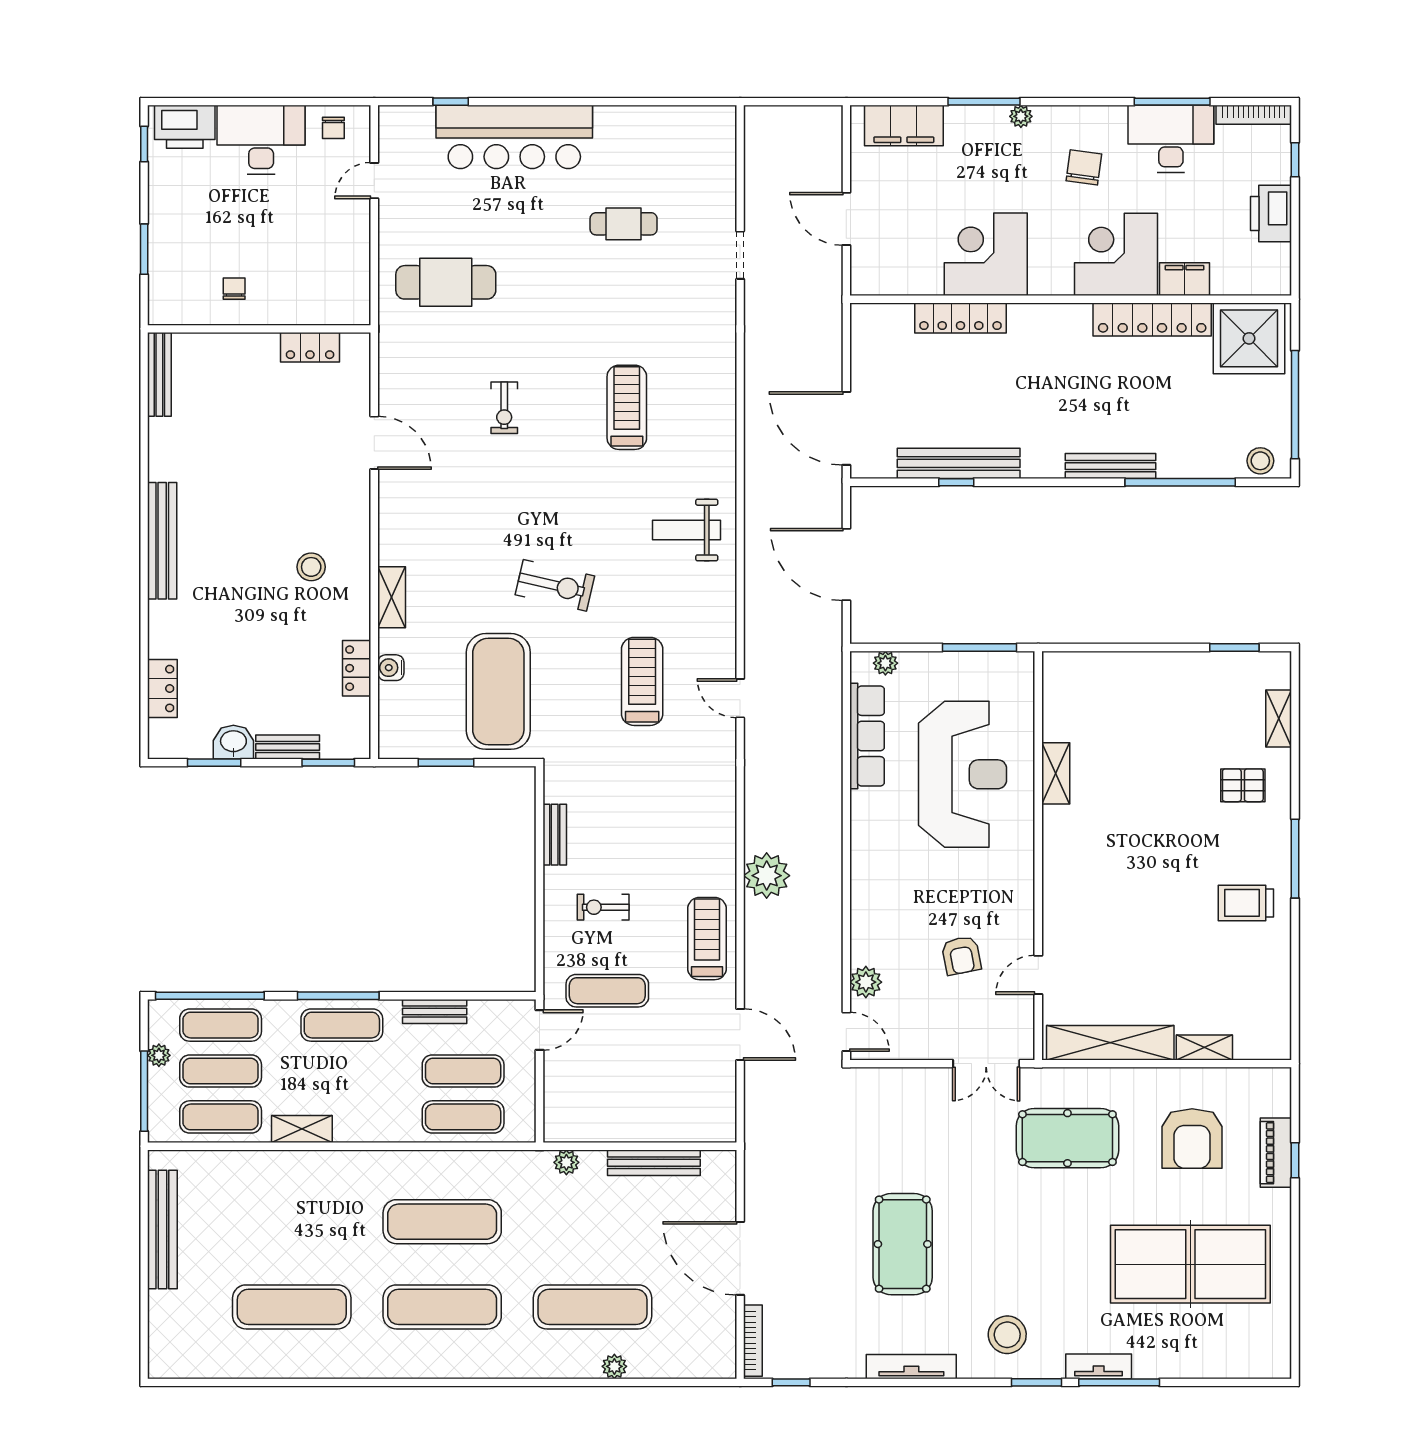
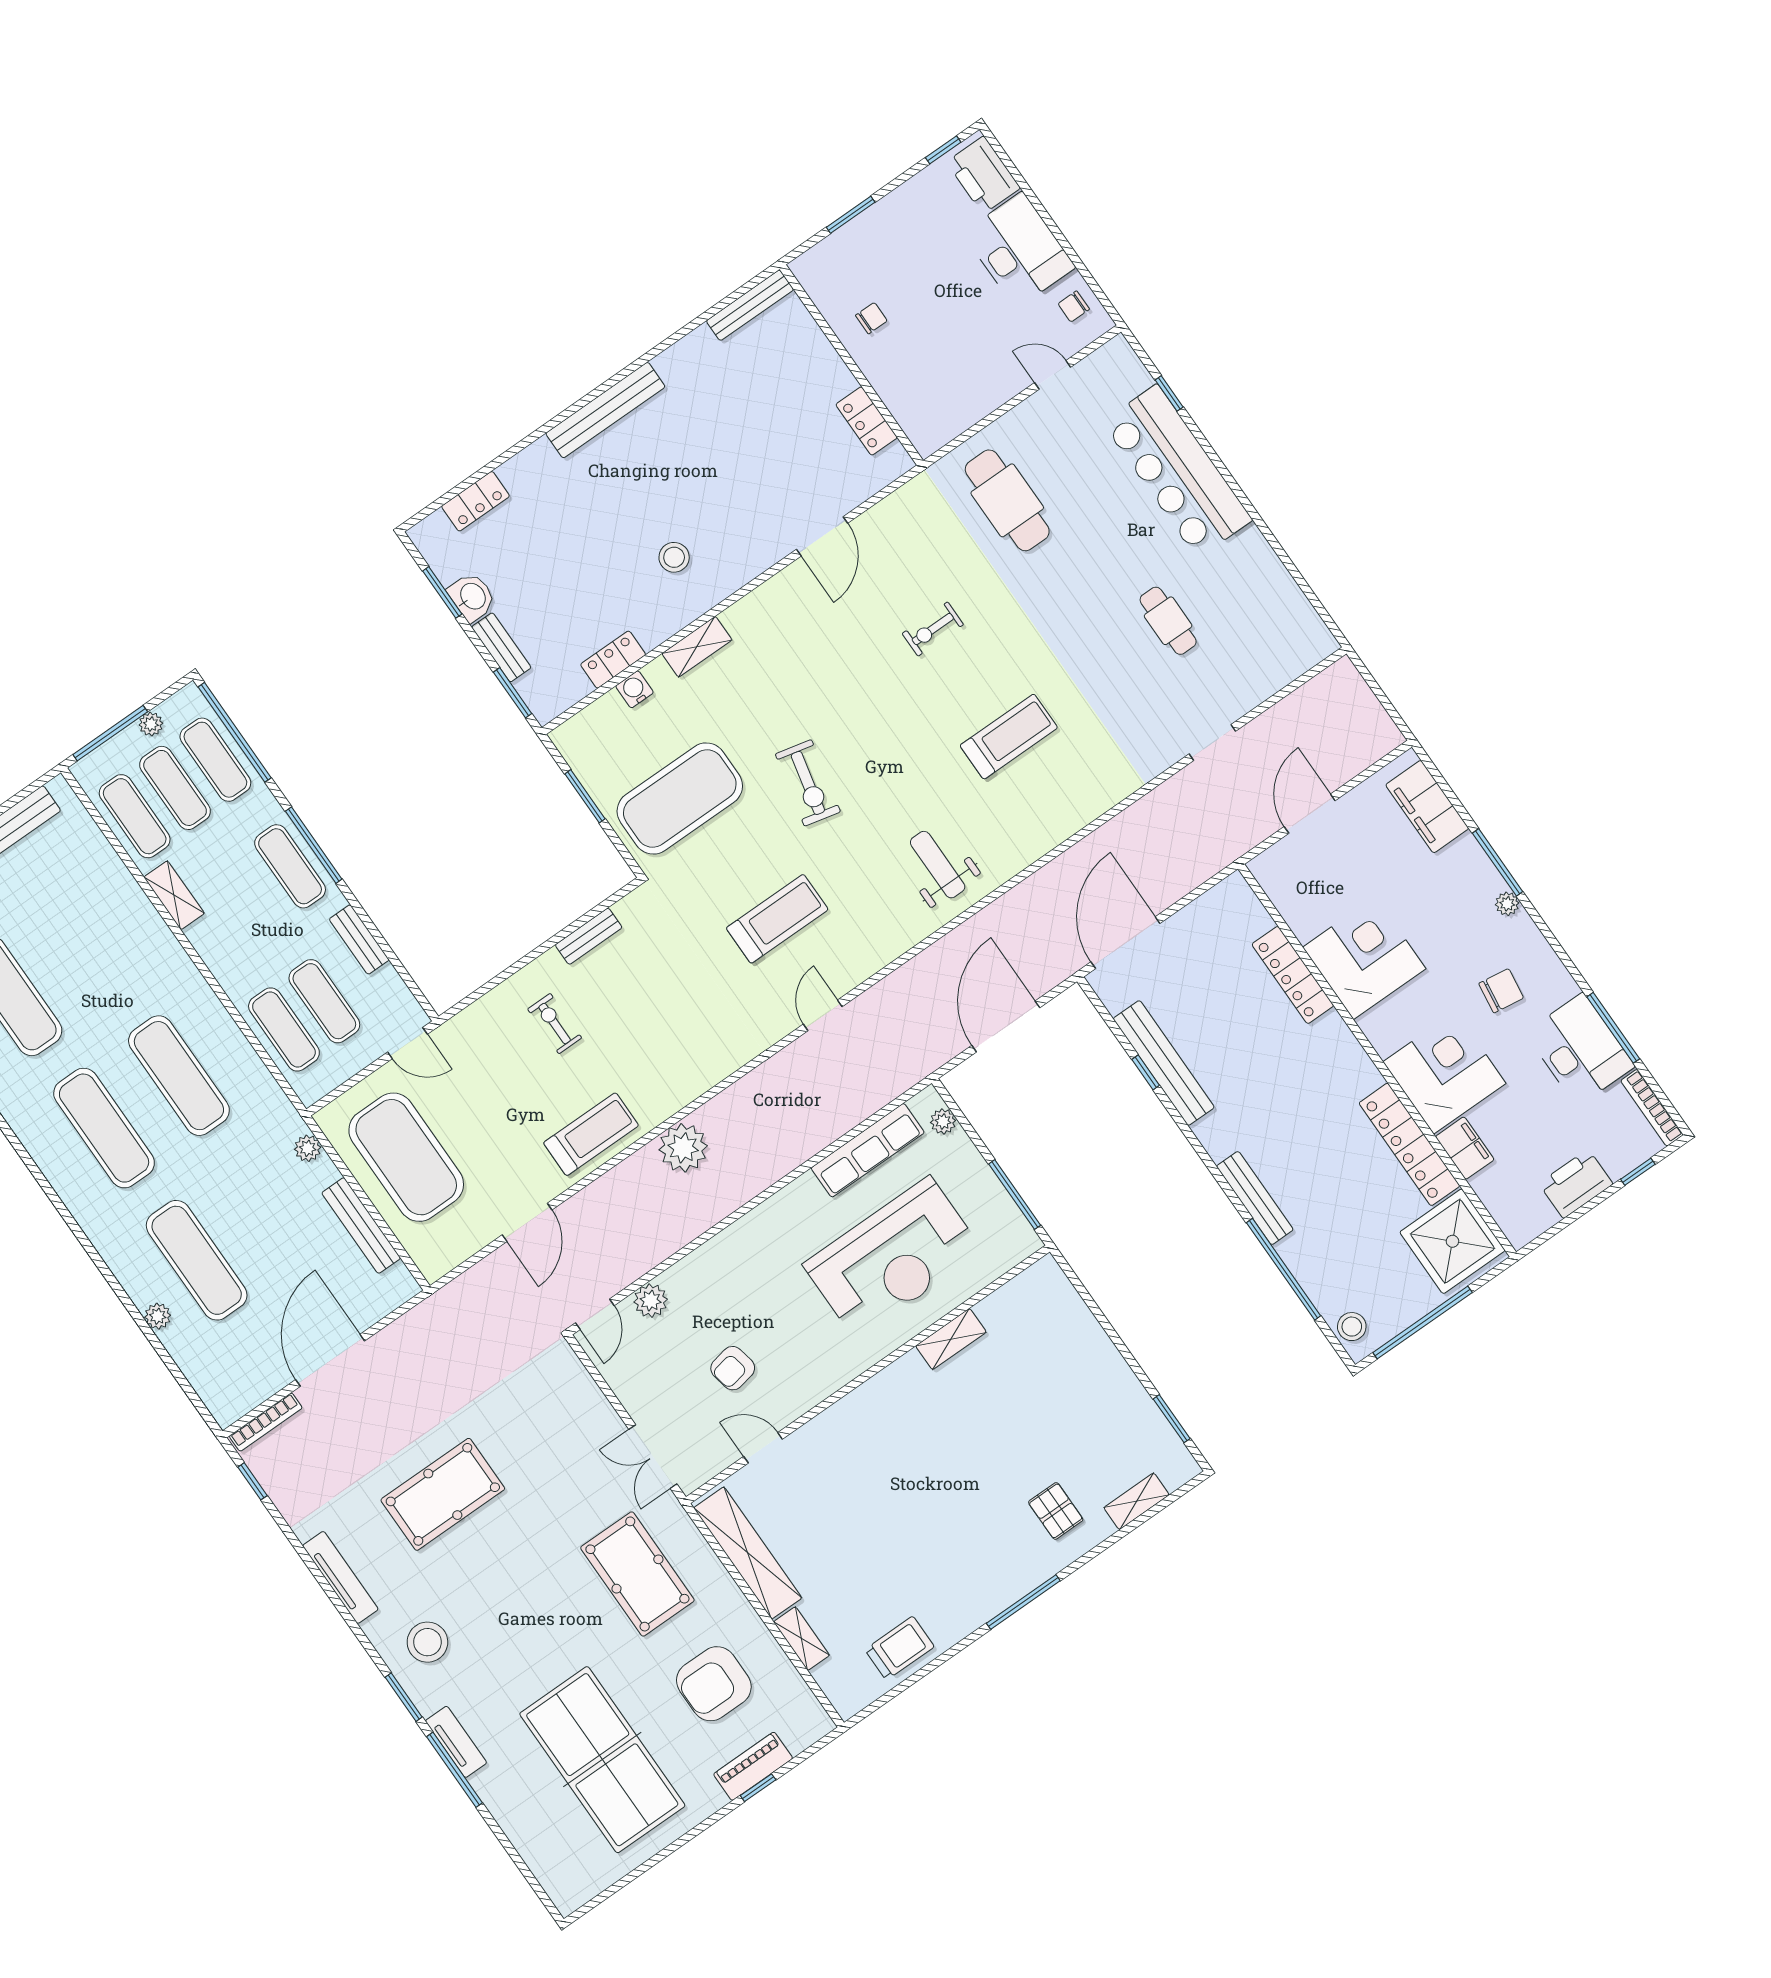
trolley: (1246, 903) -> (899, 1648), moved, turned 90
exercise mat: (607, 991) -> (406, 1157), moved, width x2.00, depth x1.45

